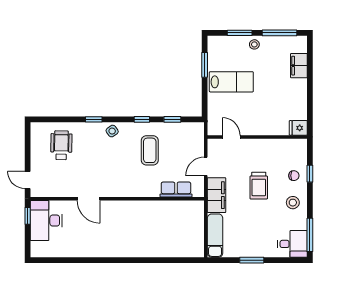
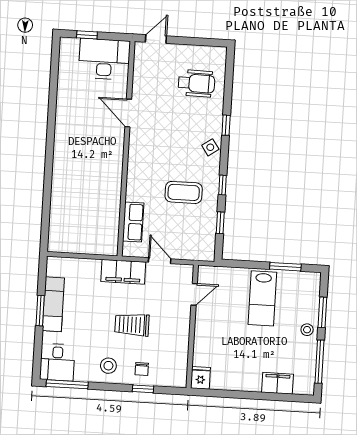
door: (88, 199) -> (128, 113), hinge flipped
window: (28, 216) -> (87, 35), moved
exam couch: (215, 236) -> (53, 304), moved, turned -90

